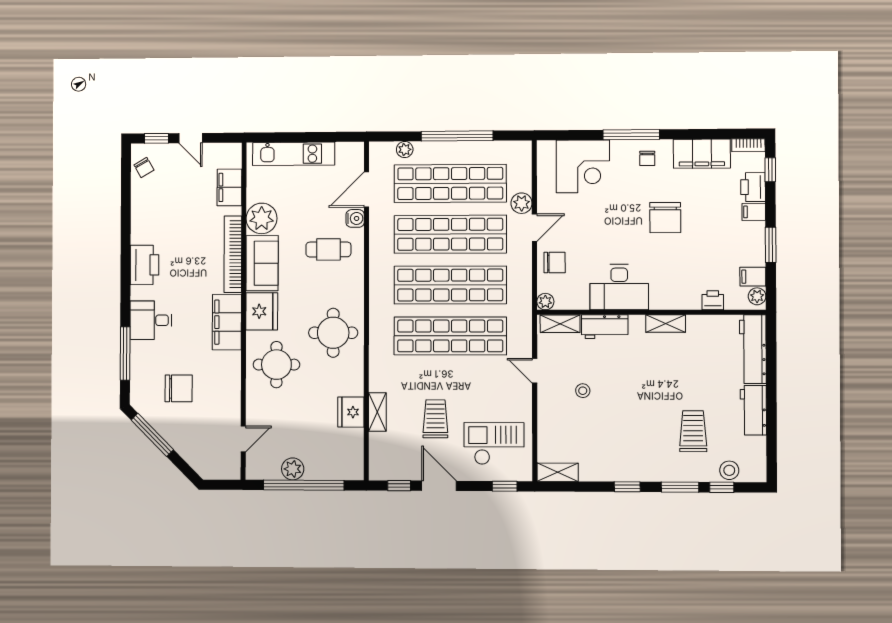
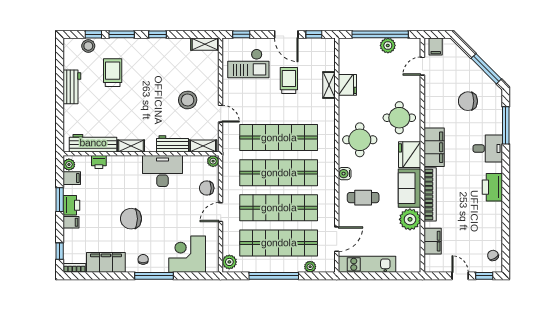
kitchen unit: (294, 154) -> (367, 264), moved
printer: (753, 187) -> (71, 205), moved
plant: (522, 203) -> (229, 262), moved
water cooler: (355, 218) -> (345, 174), moved
chair: (665, 218) -> (131, 219), turned -90
workbench: (753, 349) -> (93, 143), moved, turned -90
stool: (583, 391) -> (188, 100), width x1.89, depth x1.89
trolley: (435, 419) -> (289, 80), turned 180
trolley: (693, 431) -> (113, 73), turned 180
filing cabinet: (224, 467) -> (436, 47), added

